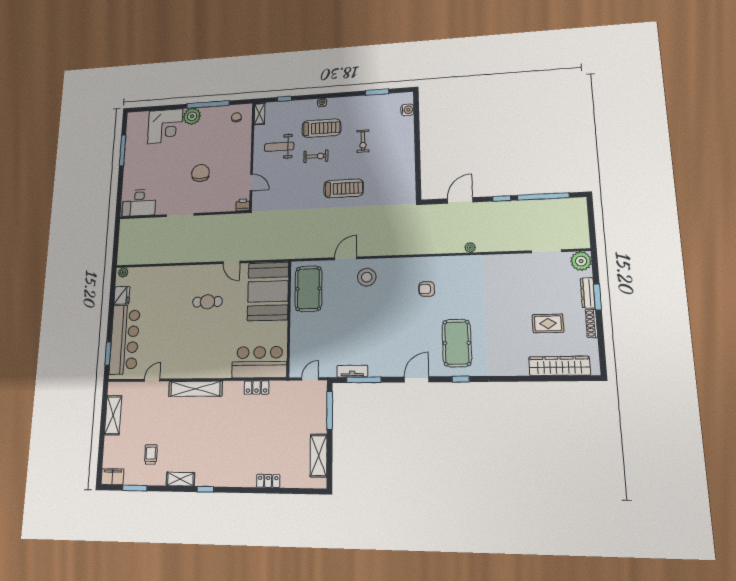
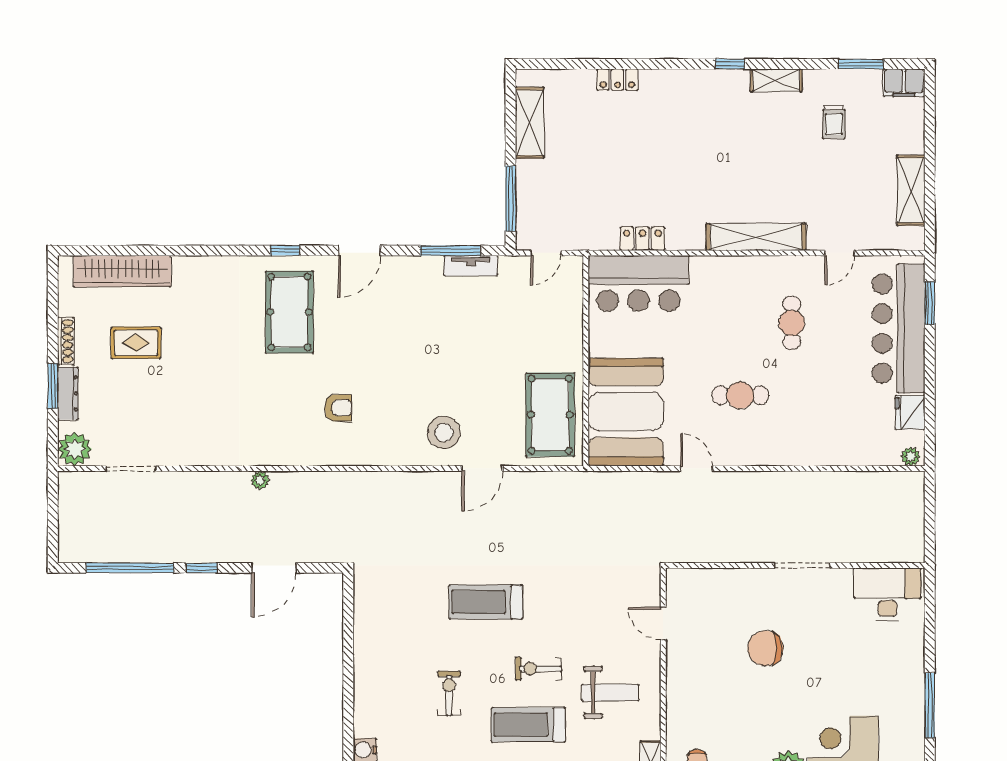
chair: (200, 173) -> (765, 648), turned 90
printer: (243, 205) -> (679, 580), removed
cafe table: (179, 341) -> (792, 323), added

